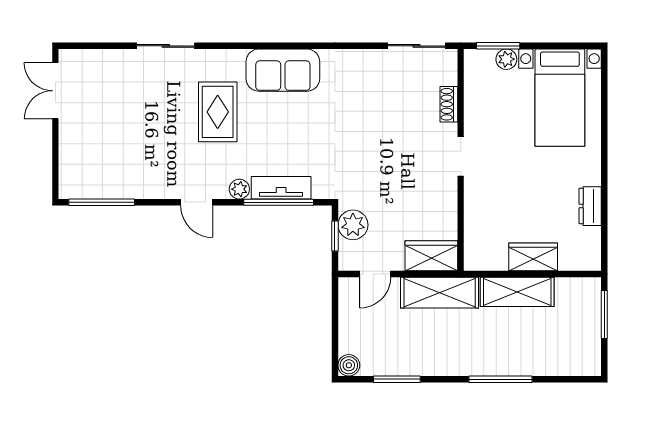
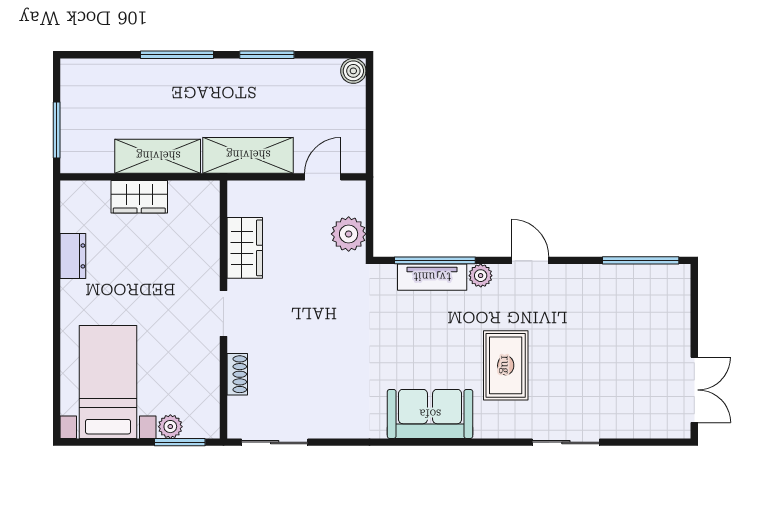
window: (335, 236) -> (369, 221), removed
wardrobe: (431, 256) -> (245, 248), moved, turned -90
window: (397, 379) -> (267, 55), moved

